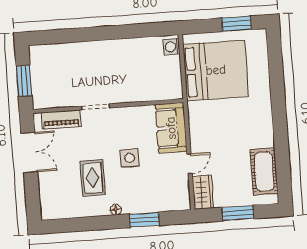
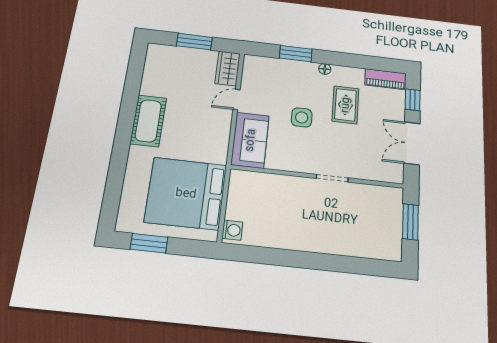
piano: (61, 120) -> (386, 79), moved, turned 180
cot: (264, 171) -> (148, 121), moved
window: (32, 195) -> (413, 100), added

